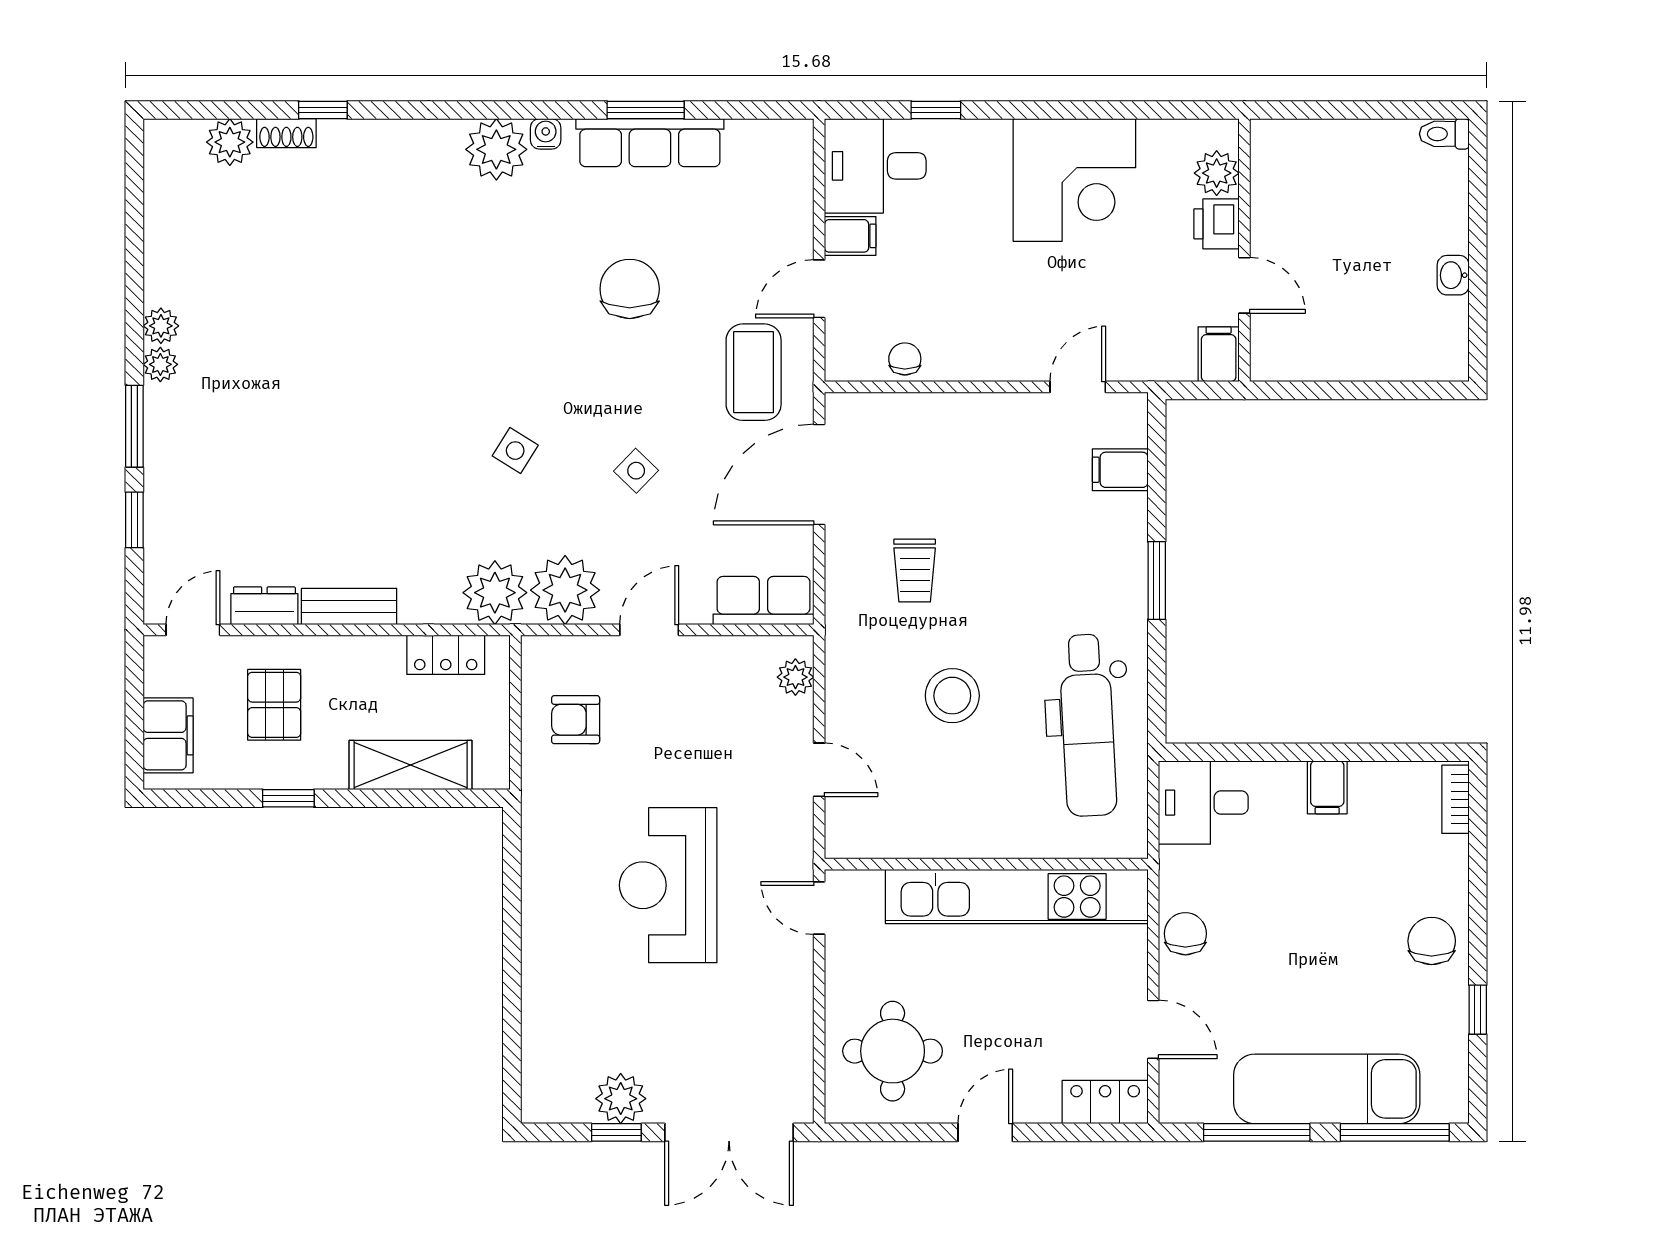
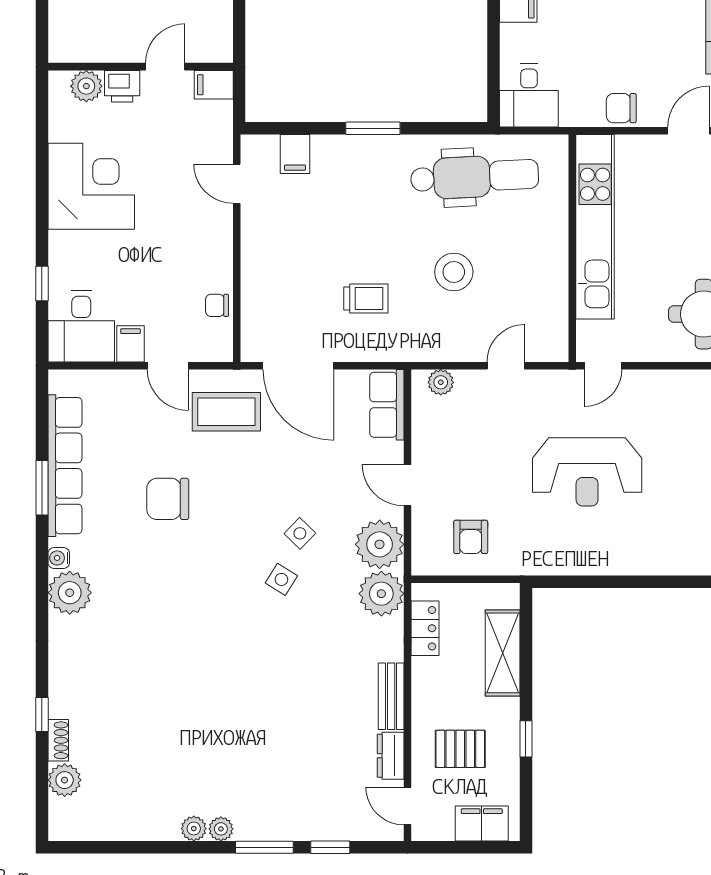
row of seats: (650, 143) -> (65, 466), width x1.36
side table: (636, 471) -> (300, 533), moved

